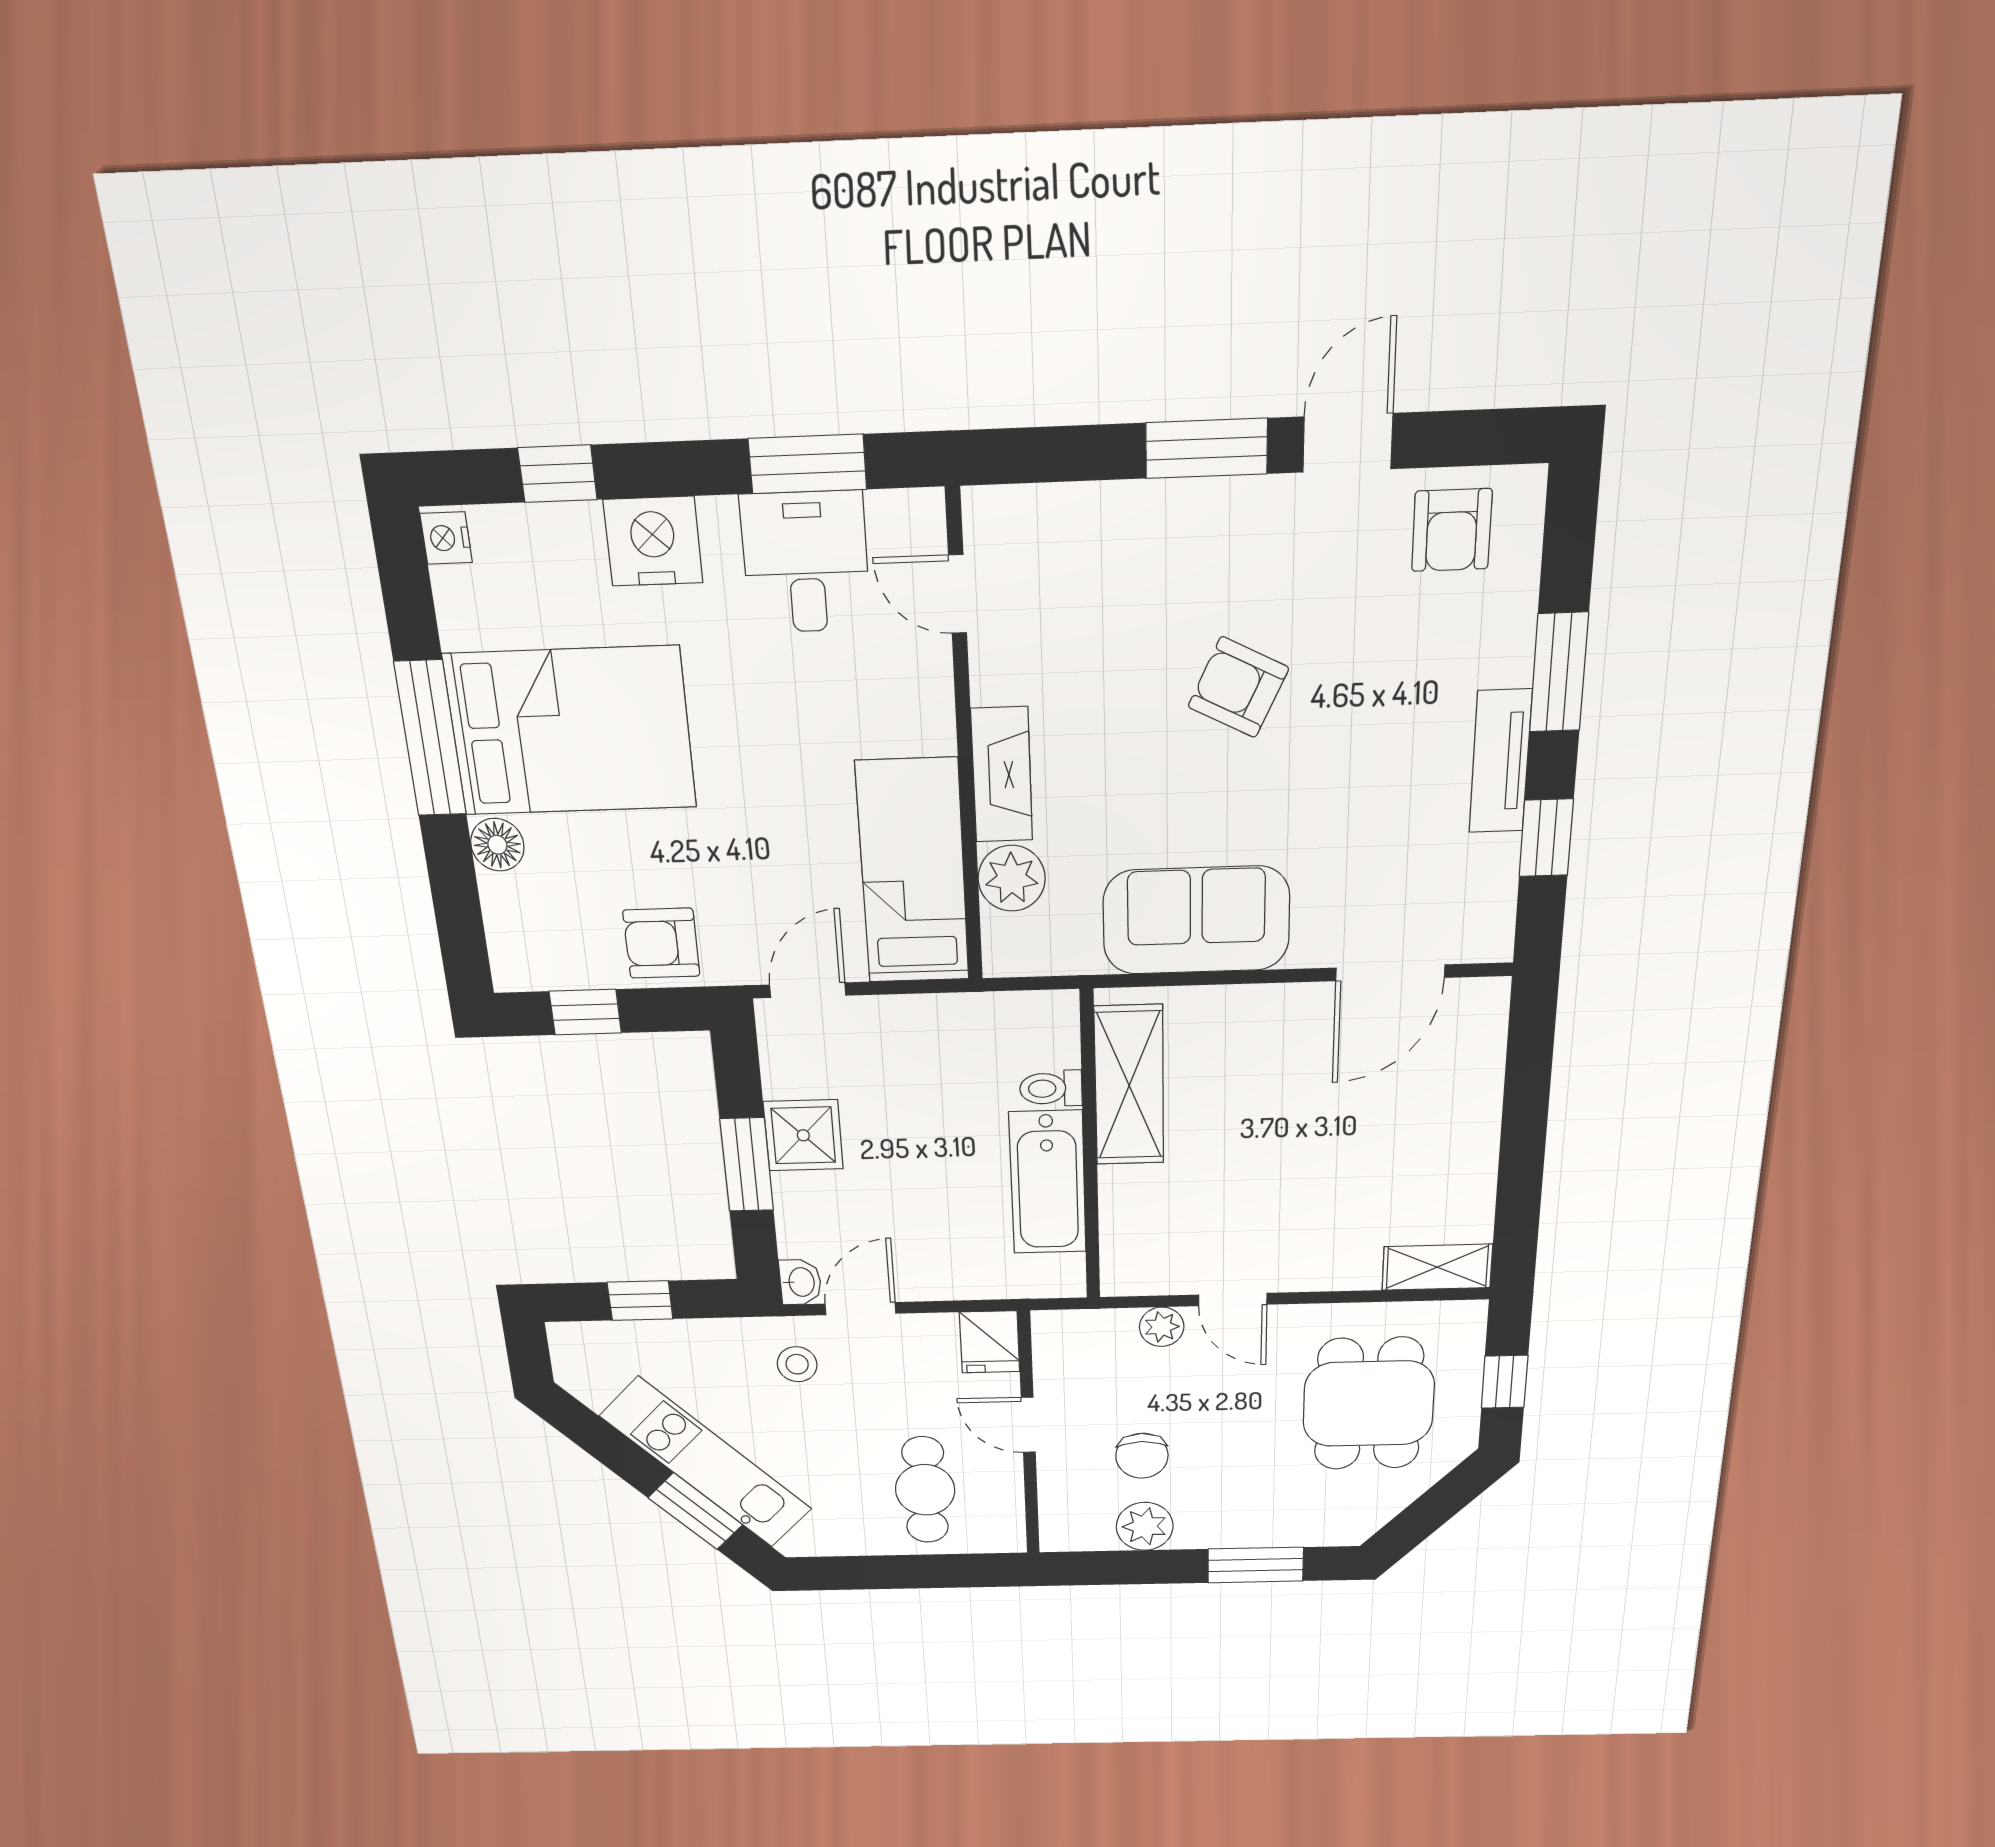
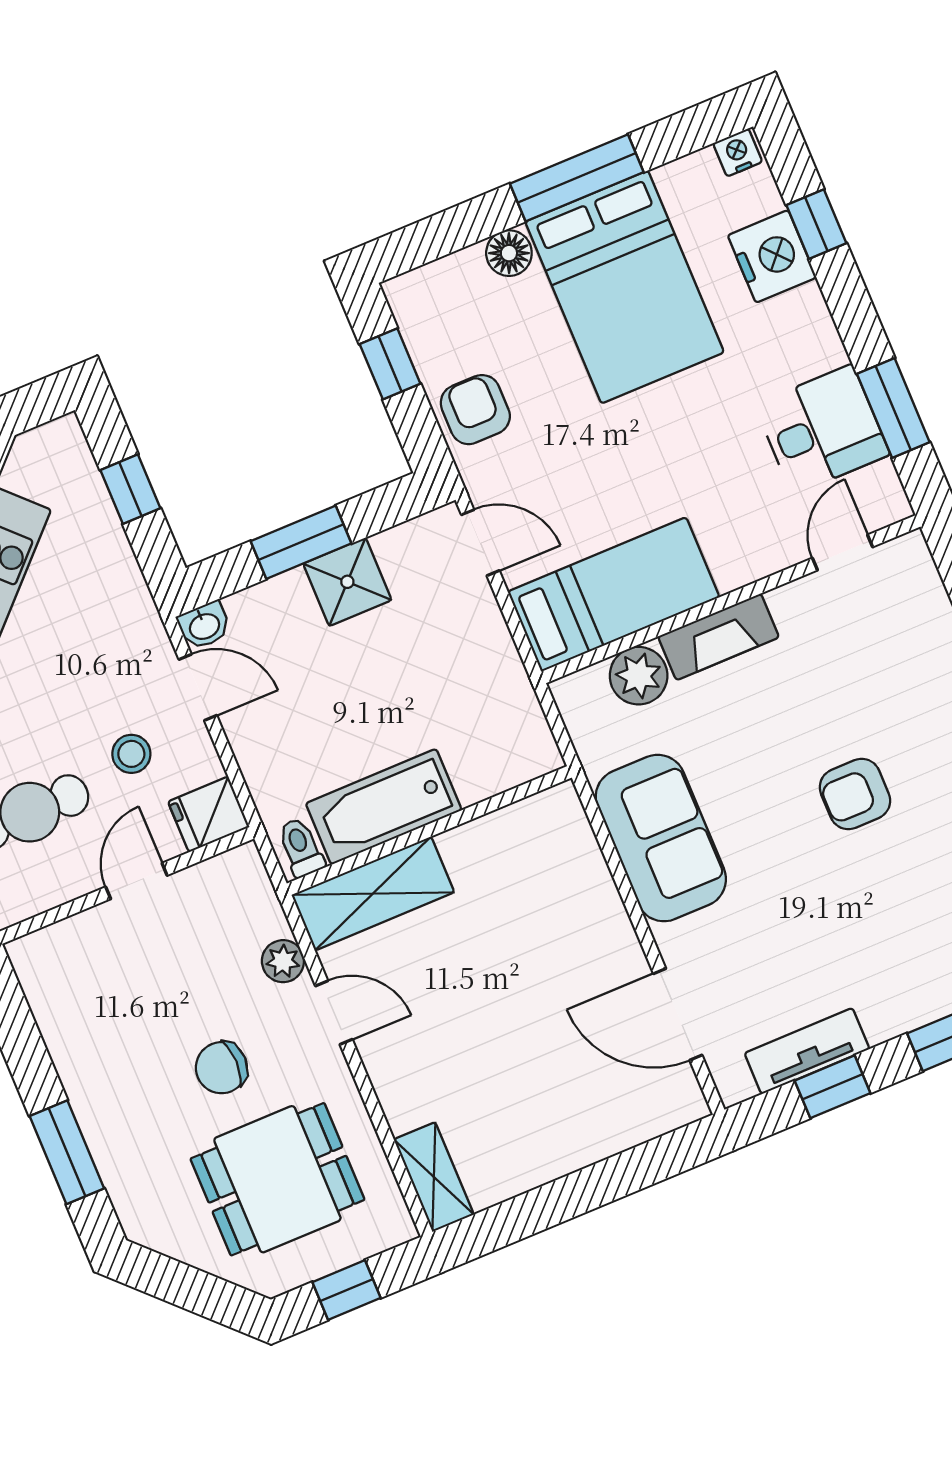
nightstand: (653, 541) -> (772, 256), moved
armchair: (1238, 687) -> (855, 794), turned -116
tv unit: (1500, 761) -> (807, 1051), moved
shelving: (1129, 1085) -> (373, 894), moved
toilet: (1051, 1088) -> (301, 847), moved
door: (1233, 1300) -> (334, 1013), swing flipped
stool: (797, 1364) -> (131, 754), moved
chair: (1142, 1456) -> (221, 1068), moved
plant: (1145, 1526) -> (69, 1031), removed

